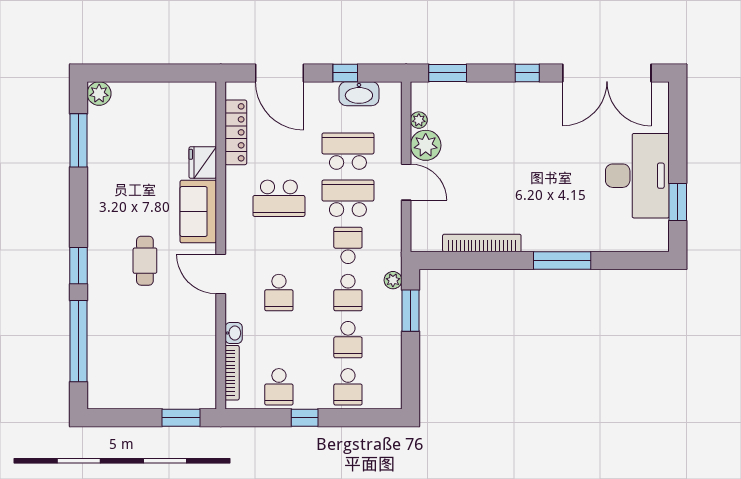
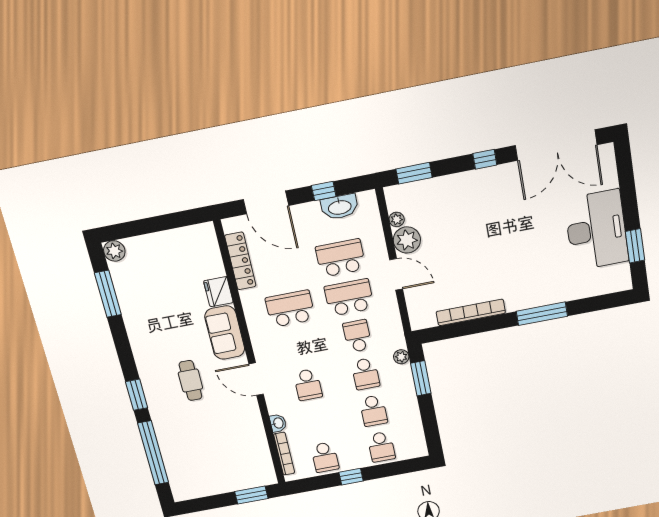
school desk: (279, 198) -> (290, 309), turned 180

